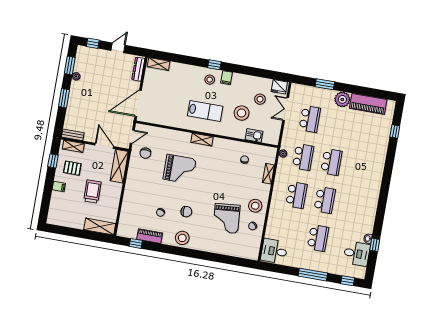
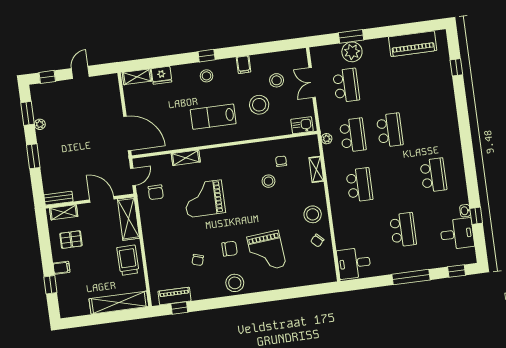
dresser: (138, 69) -> (114, 91), removed
filing cabinet: (227, 78) -> (244, 65), moved
fridge: (279, 87) -> (161, 75), moved
plant: (342, 99) -> (352, 52), moved
door: (138, 103) -> (127, 133), swing flipped
lab bench: (205, 111) -> (213, 117), turned 180
kitchen sink: (254, 135) -> (302, 125), moved
shelving: (202, 139) -> (186, 158), moved
window: (53, 161) -> (50, 285), moved
grand piano: (180, 169) -> (204, 199), turned 180
stool: (231, 171) -> (268, 181), added
trolley: (92, 191) -> (128, 260), moved
school desk: (325, 200) -> (433, 175), moved
grand piano: (226, 218) -> (266, 251), moved
shelving: (100, 227) -> (119, 303), width x1.47
piano: (150, 236) -> (174, 296), moved

